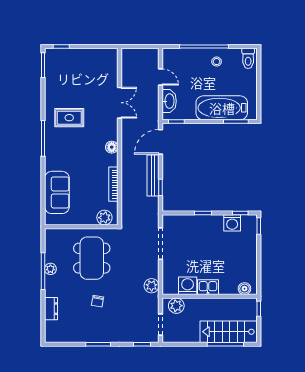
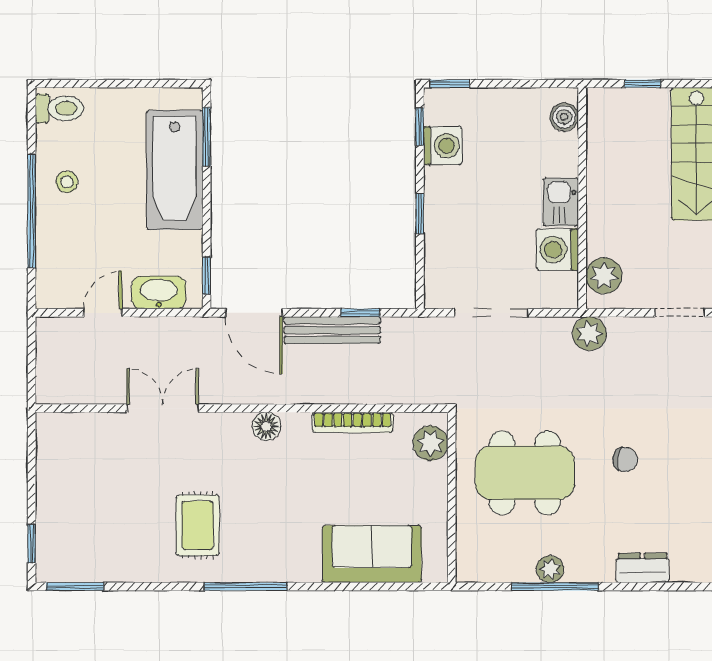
washing machine: (188, 286) -> (557, 250), moved
kitchen sink: (208, 287) -> (561, 202), moved
boiler: (244, 289) -> (564, 117), moved
wall: (210, 296) -> (582, 198), moved
plant: (176, 306) -> (604, 276), moved

